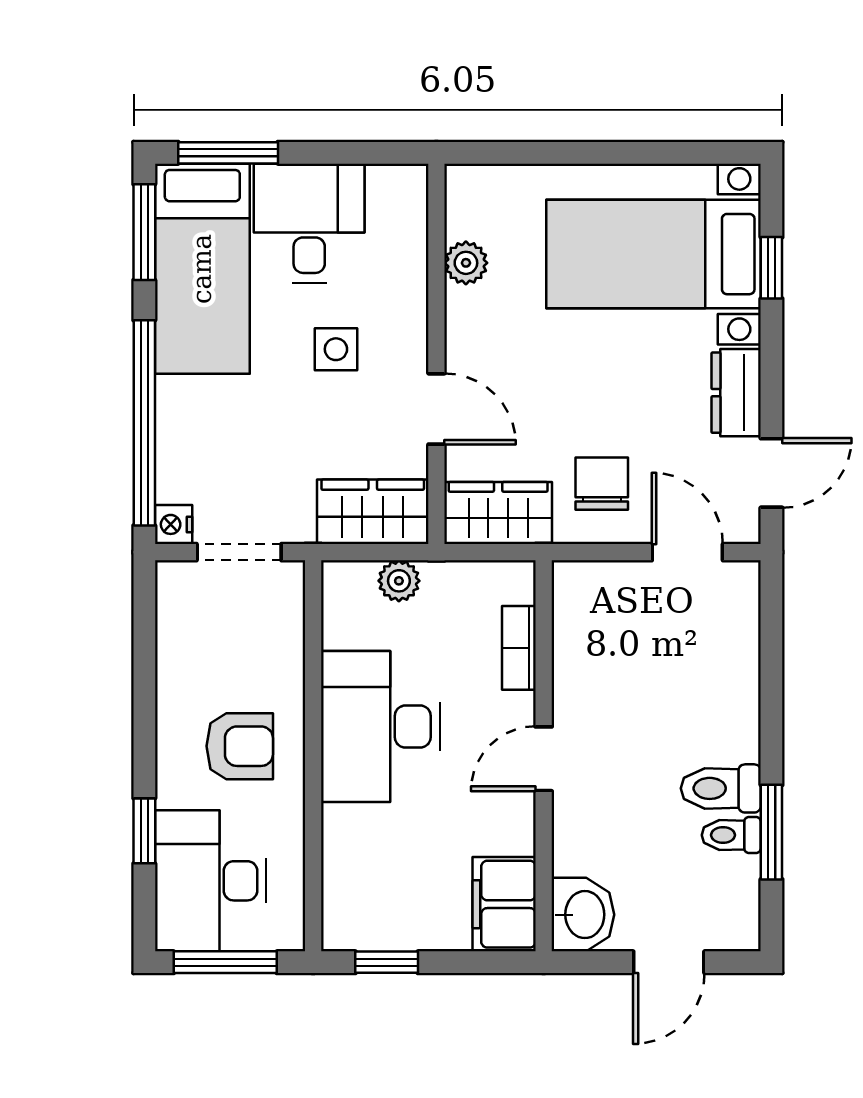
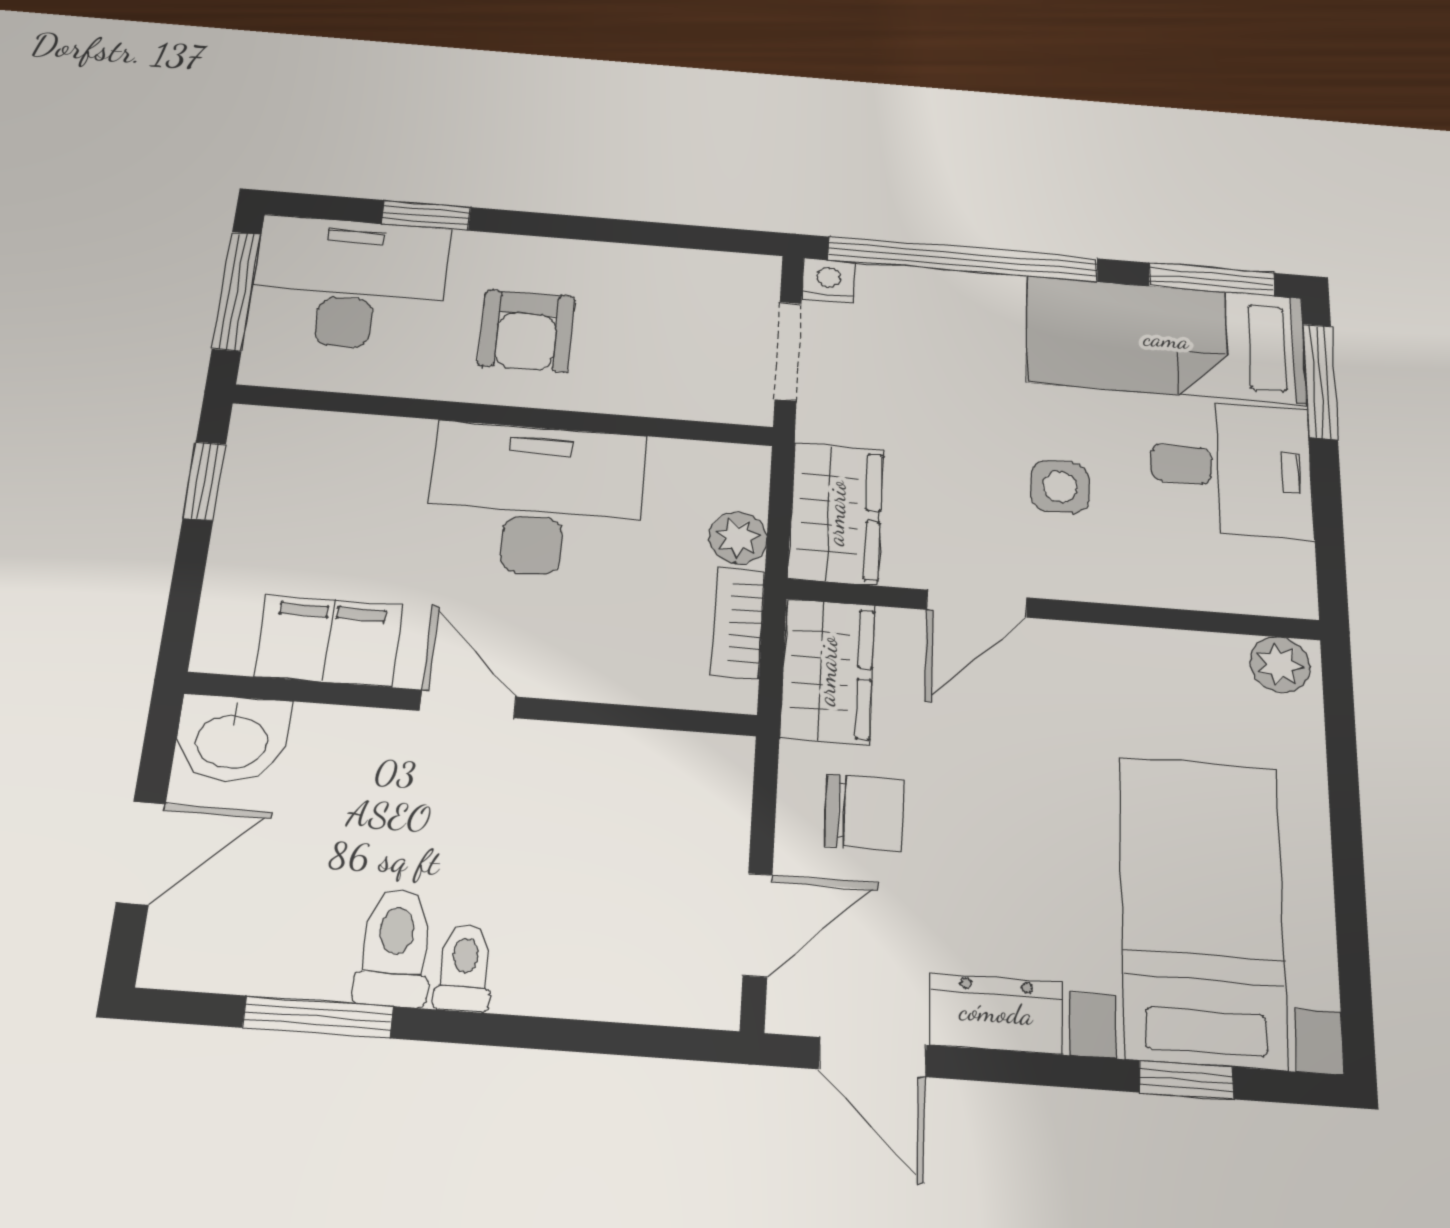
plant: (466, 263) -> (1280, 664), moved
bookcase: (519, 648) -> (738, 622), moved, turned -90
toilet: (731, 835) -> (465, 968), moved
filing cabinet: (504, 904) -> (329, 641), moved
door: (669, 962) -> (141, 853), swing flipped

